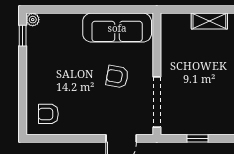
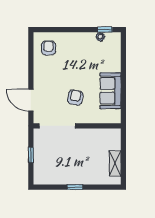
plant: (33, 20) -> (100, 37), moved
sofa: (117, 28) -> (110, 91), width x0.73

